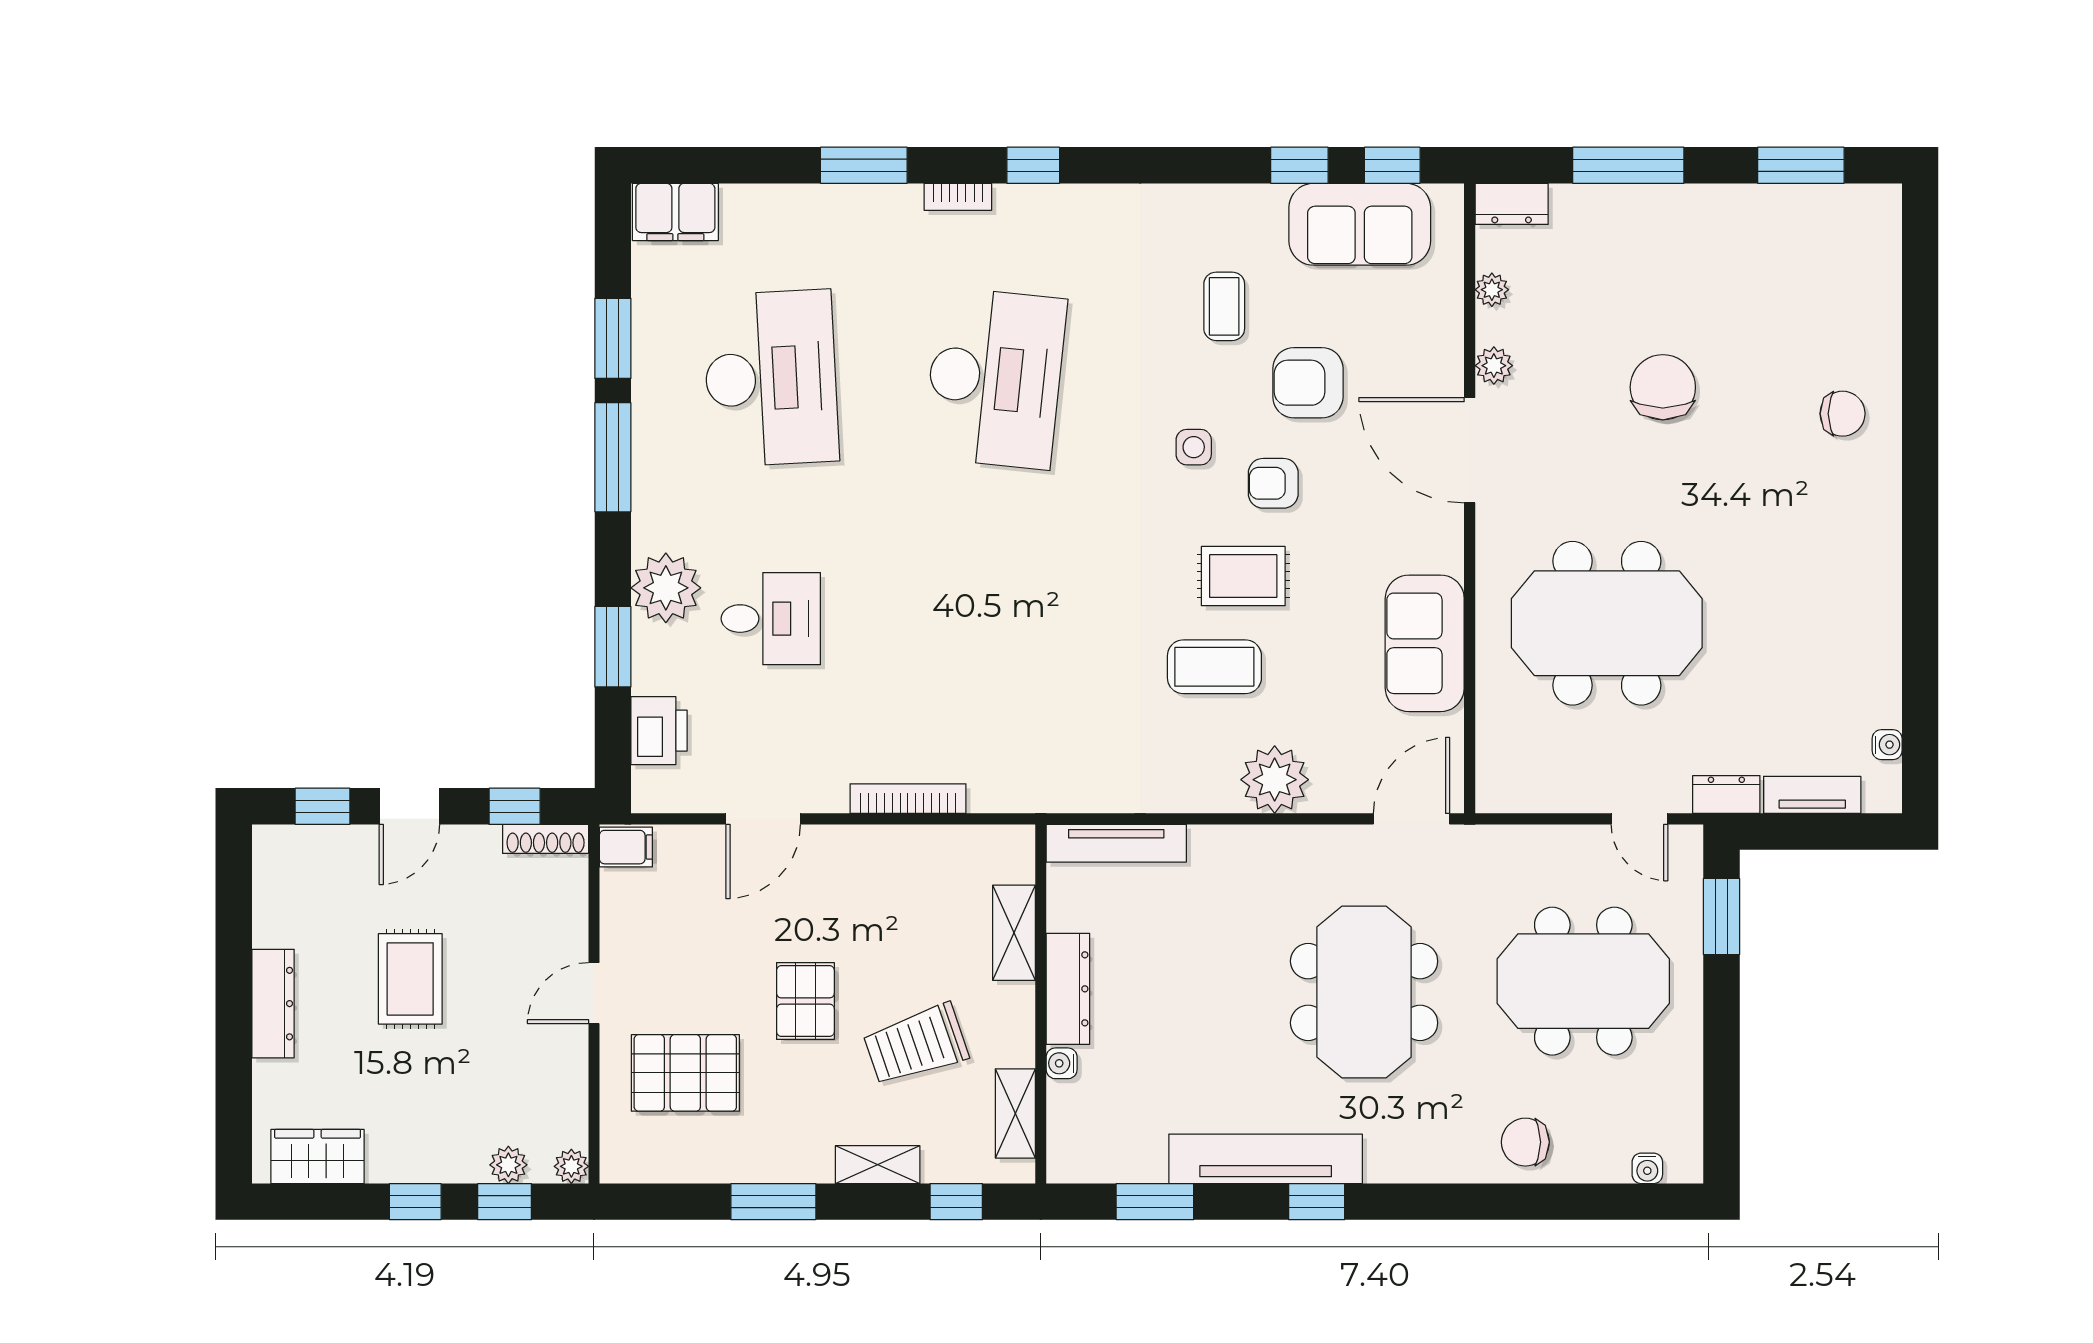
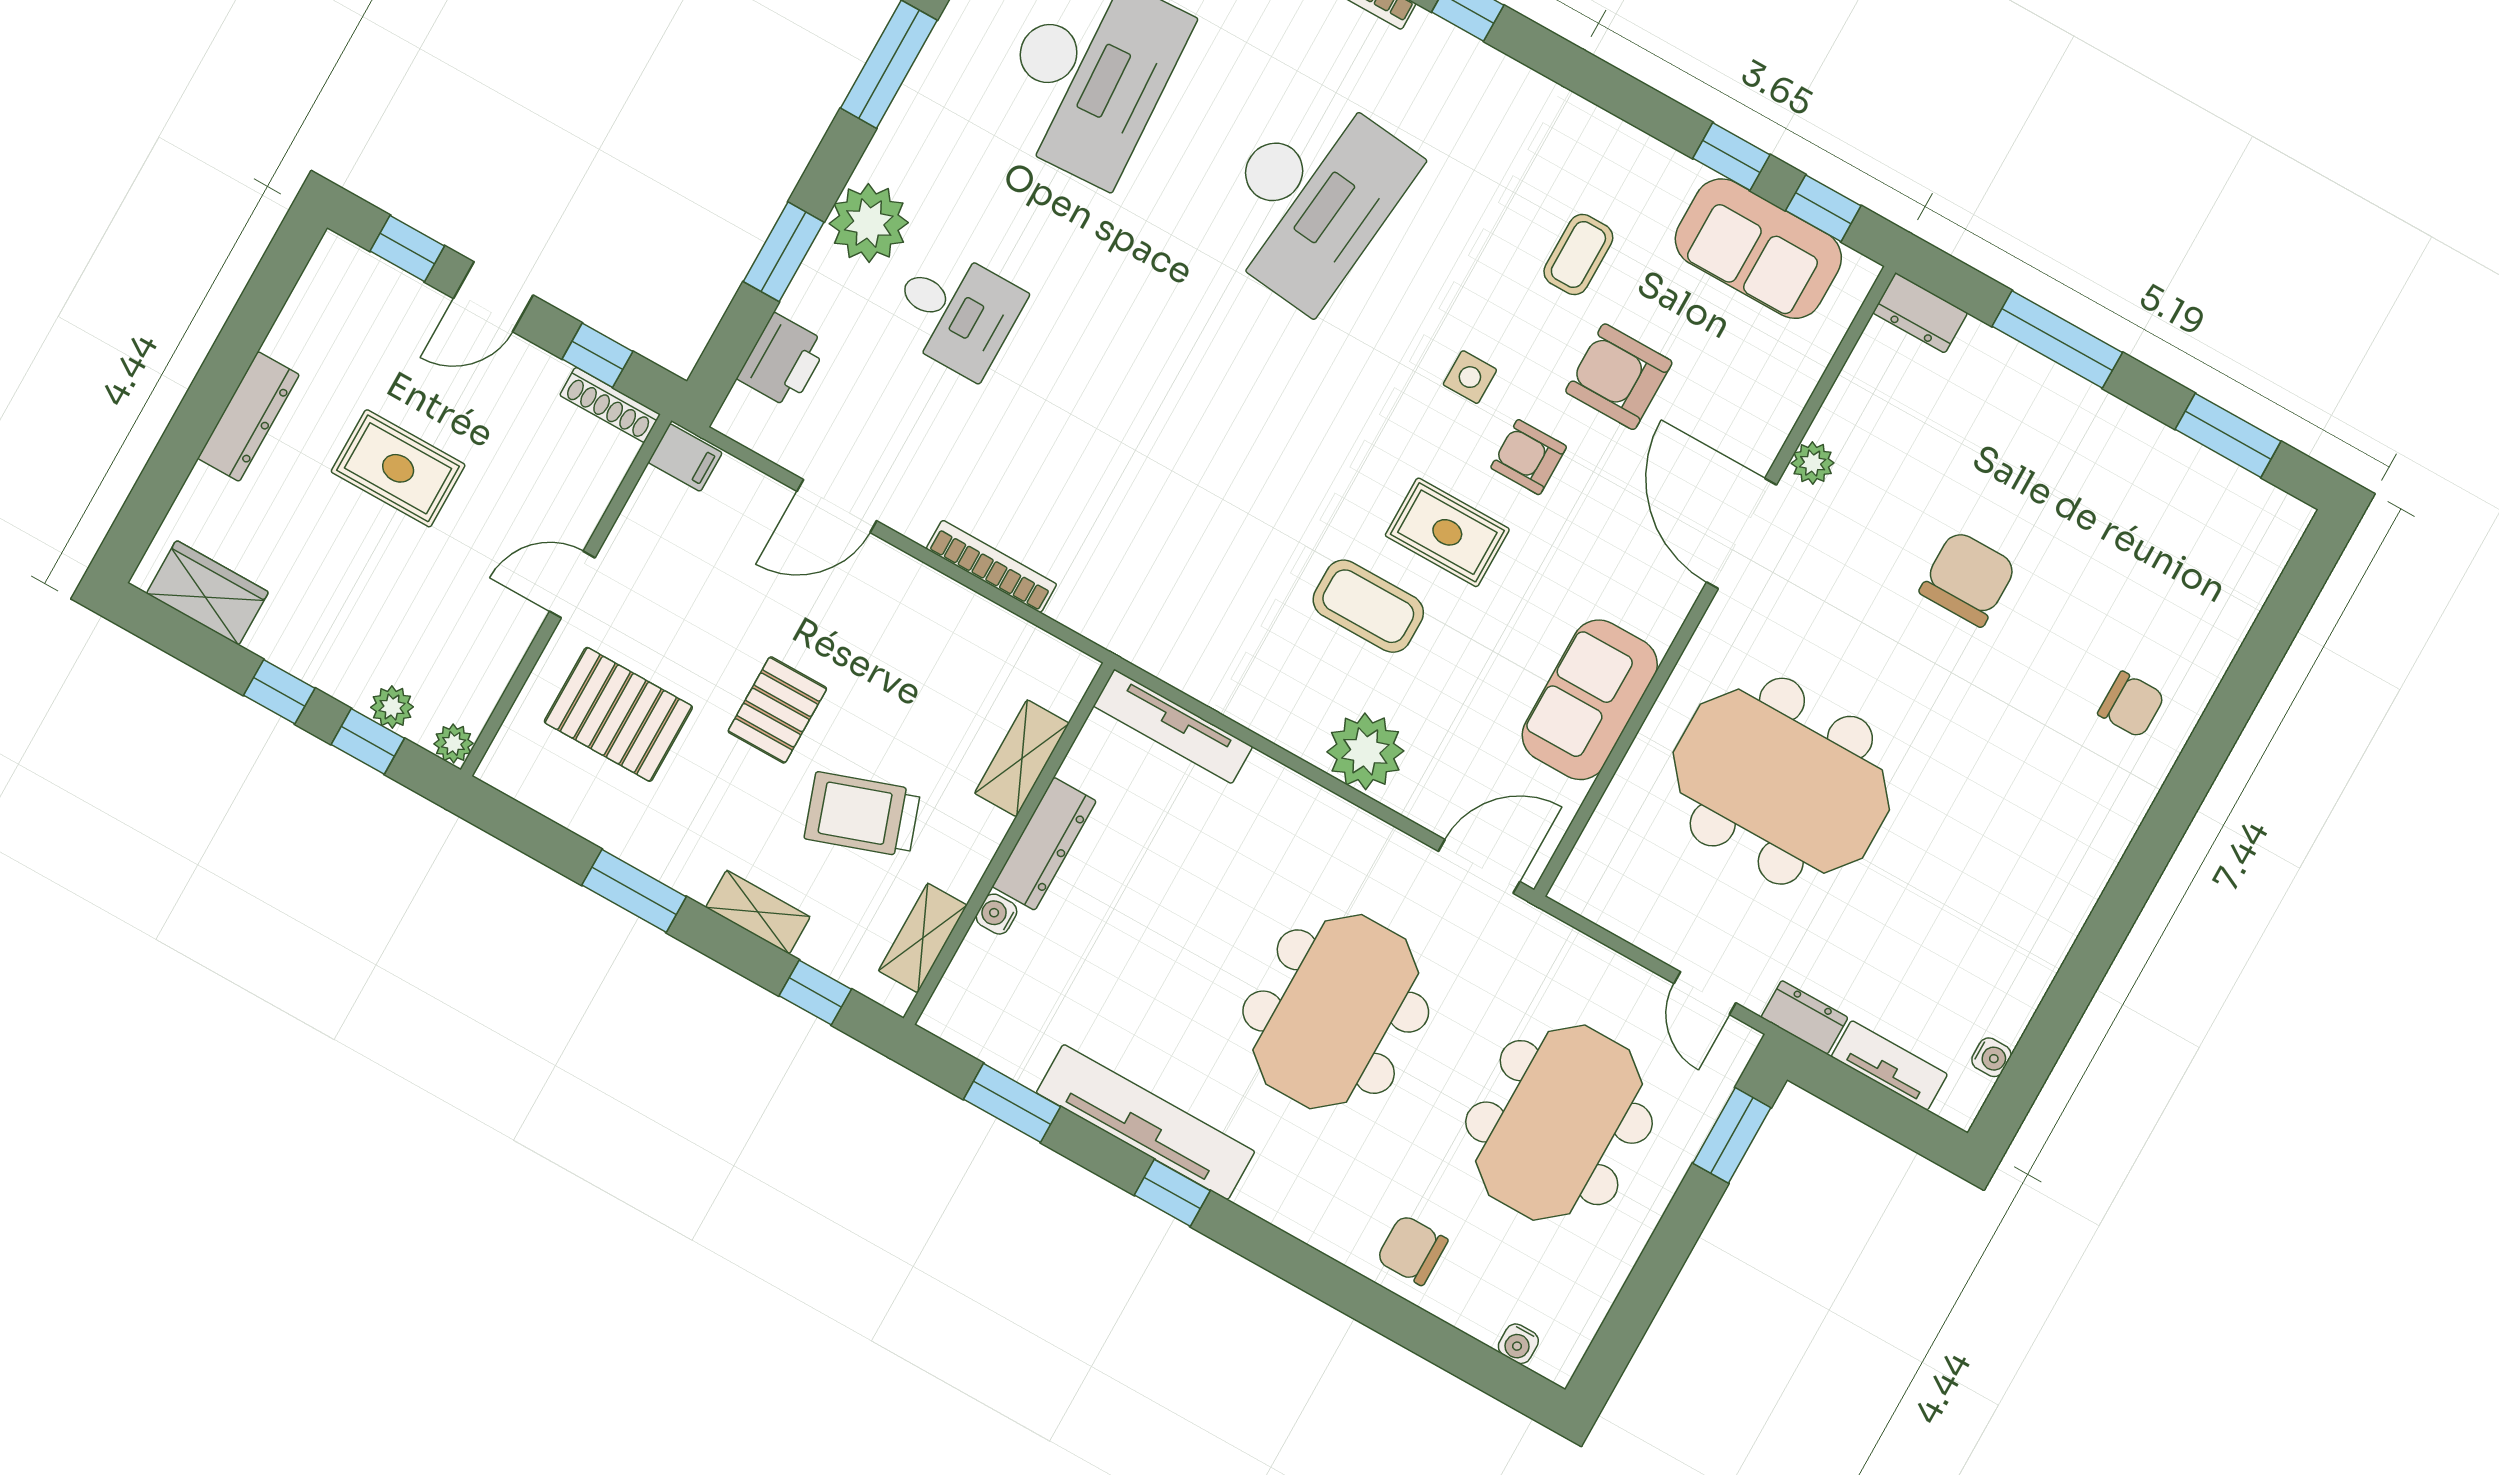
plant: (1492, 290) -> (1853, 387), removed
rug: (410, 979) -> (398, 468), turned 90
meeting table: (1583, 981) -> (1559, 1123), turned 90

